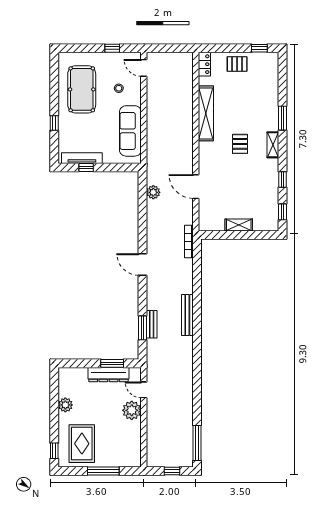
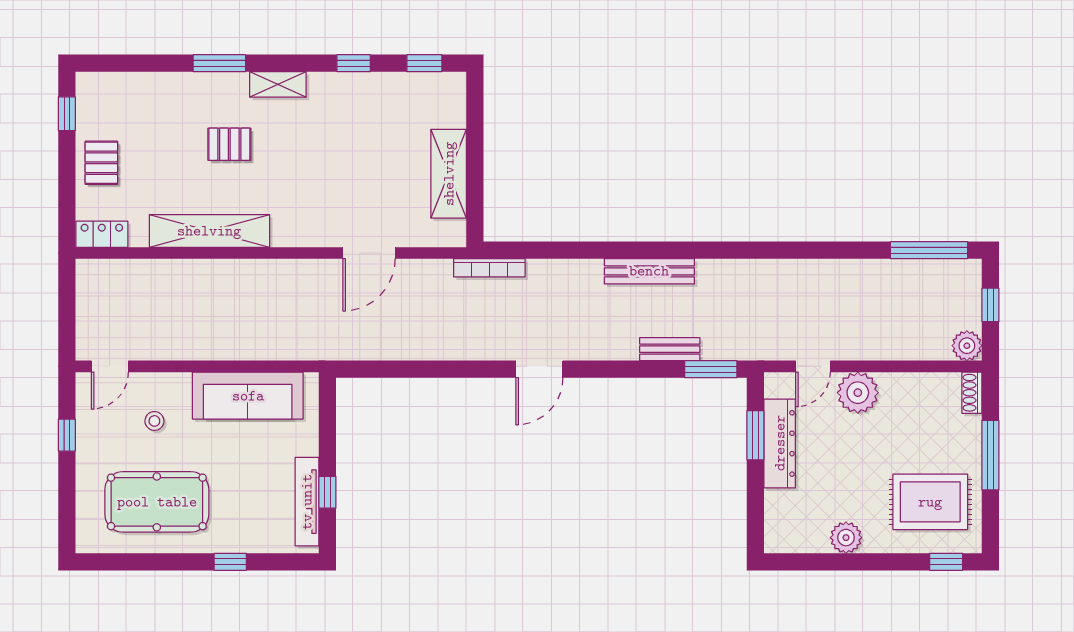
pallet: (240, 144) -> (229, 144), moved
plant: (153, 192) -> (967, 346), moved
shelving: (239, 225) -> (449, 174), width x1.50, depth x1.33
window: (142, 328) -> (711, 369), moved
shoe rack: (132, 463) -> (972, 393), added

